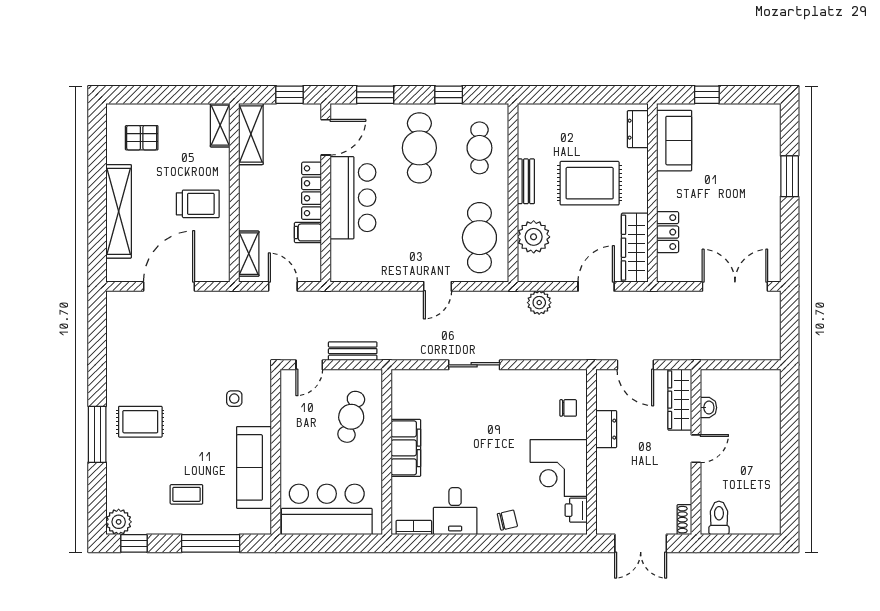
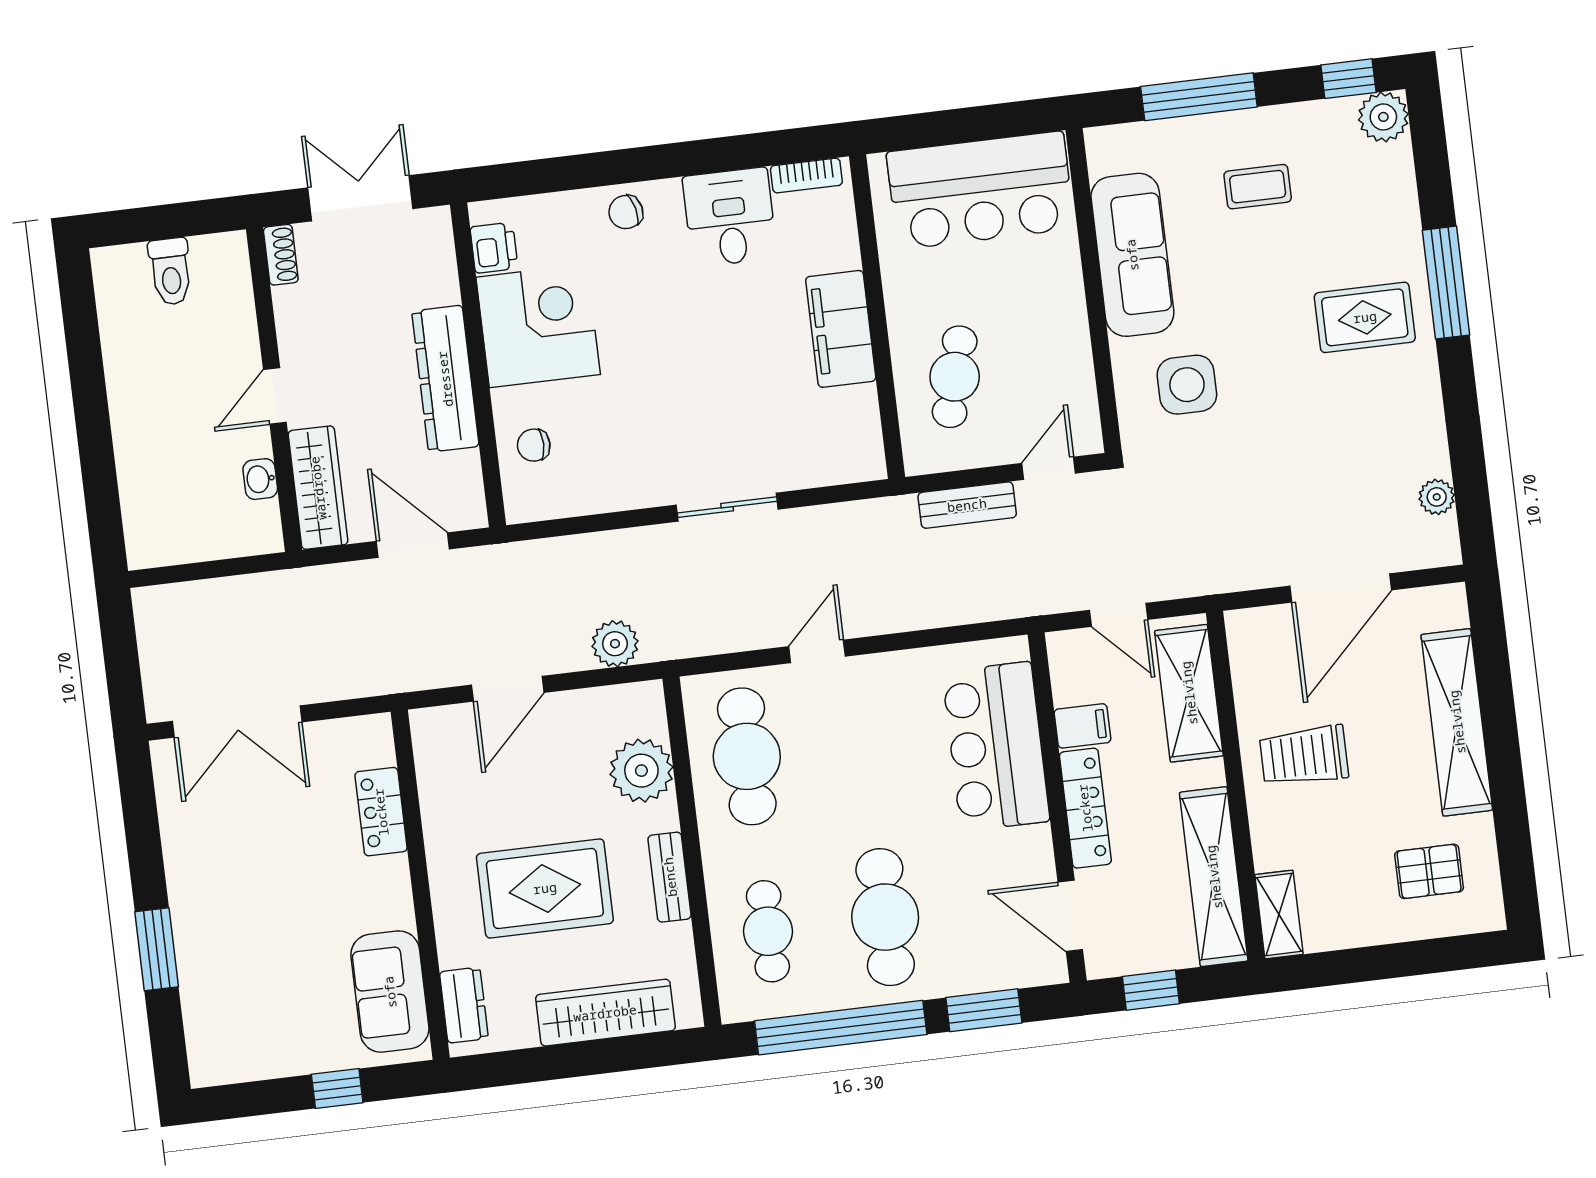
window: (449, 95) -> (841, 1028), width x3.17
shelving: (251, 134) -> (1214, 877), width x1.47
door: (326, 137) -> (1070, 916), hinge flipped
bar counter: (353, 198) -> (996, 746), moved
wardrobe: (635, 248) -> (605, 1013), moved, turned -90
shelving: (249, 254) -> (1189, 693), width x1.50, depth x1.33
plant: (115, 327) -> (1437, 497), added
side table: (234, 399) -> (1187, 385), width x1.87, depth x1.87
dresser: (606, 429) -> (445, 379), width x1.96, depth x1.24
toilet: (719, 518) -> (170, 271), moved

